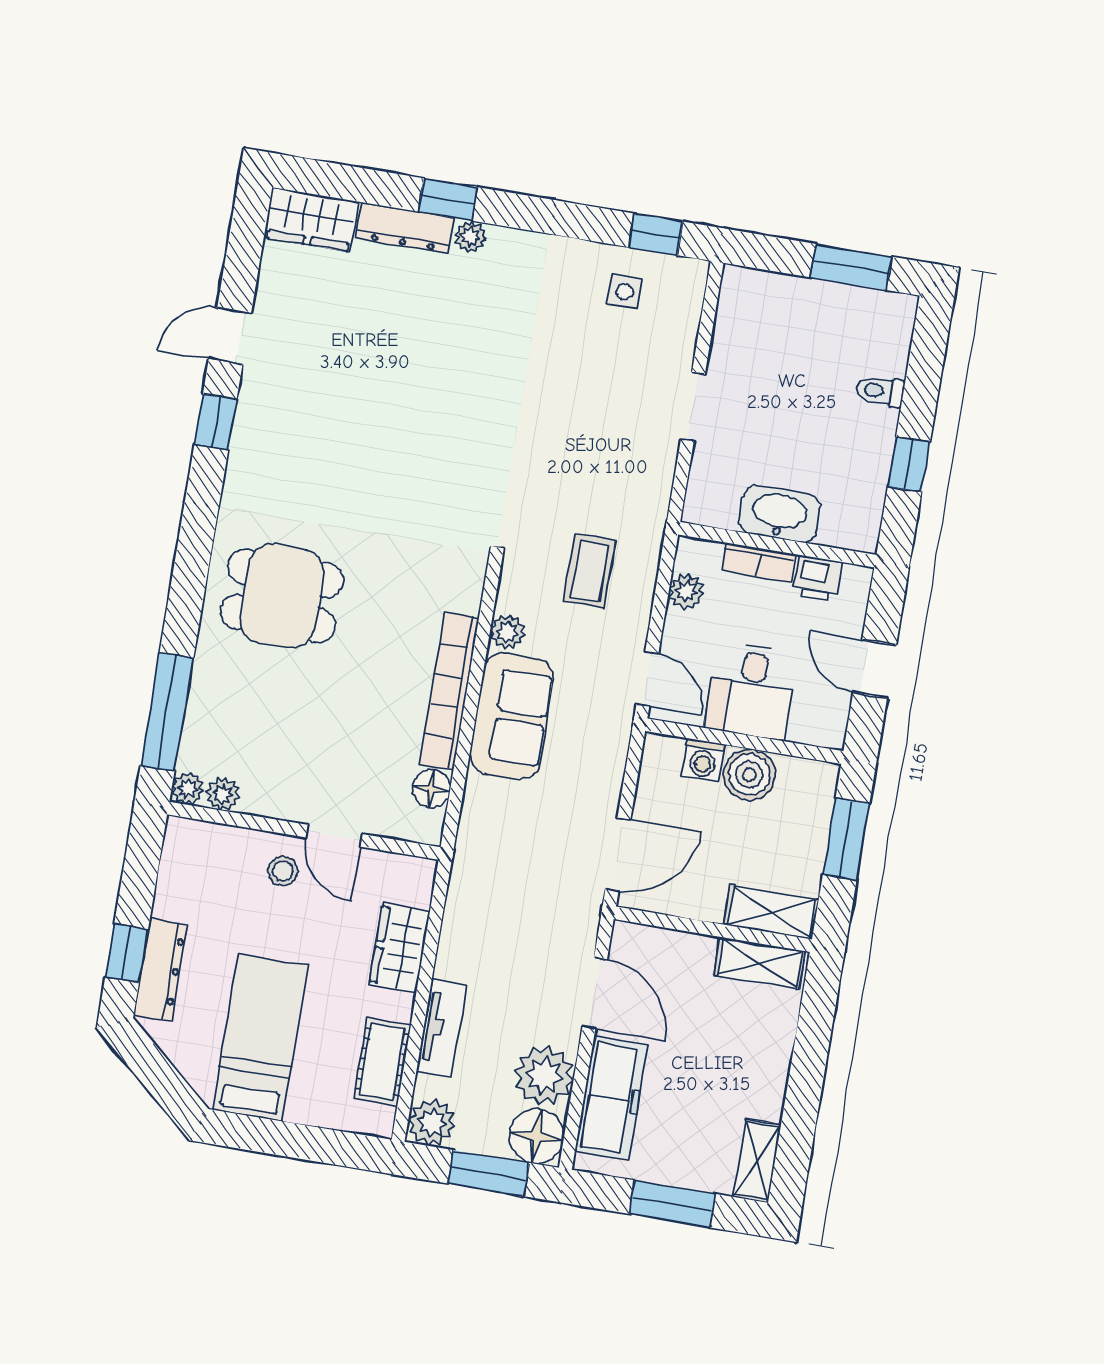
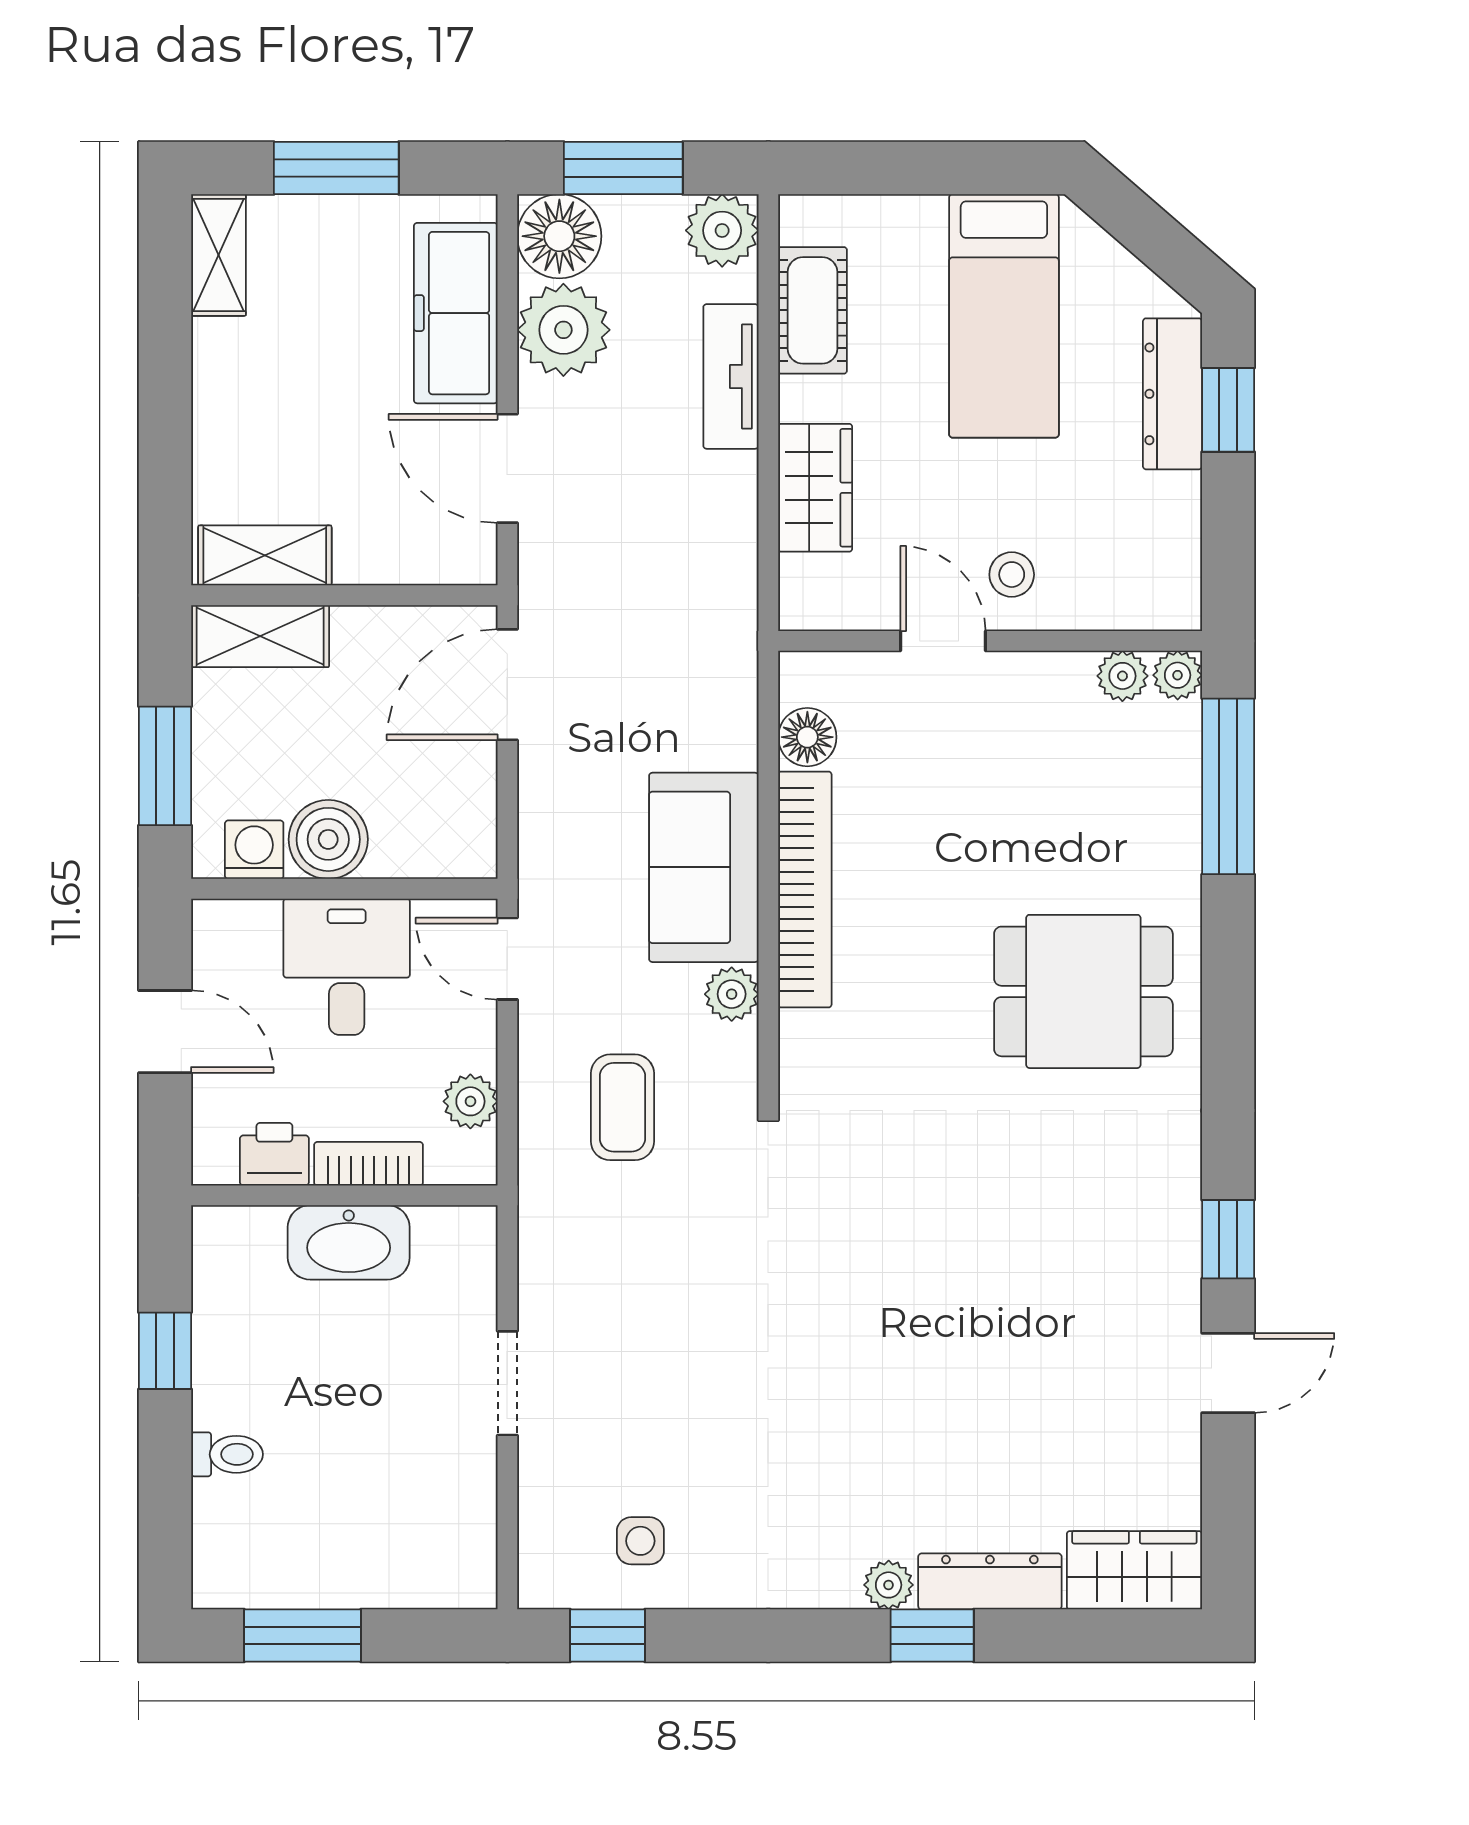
washing machine: (703, 760) -> (254, 850), moved

